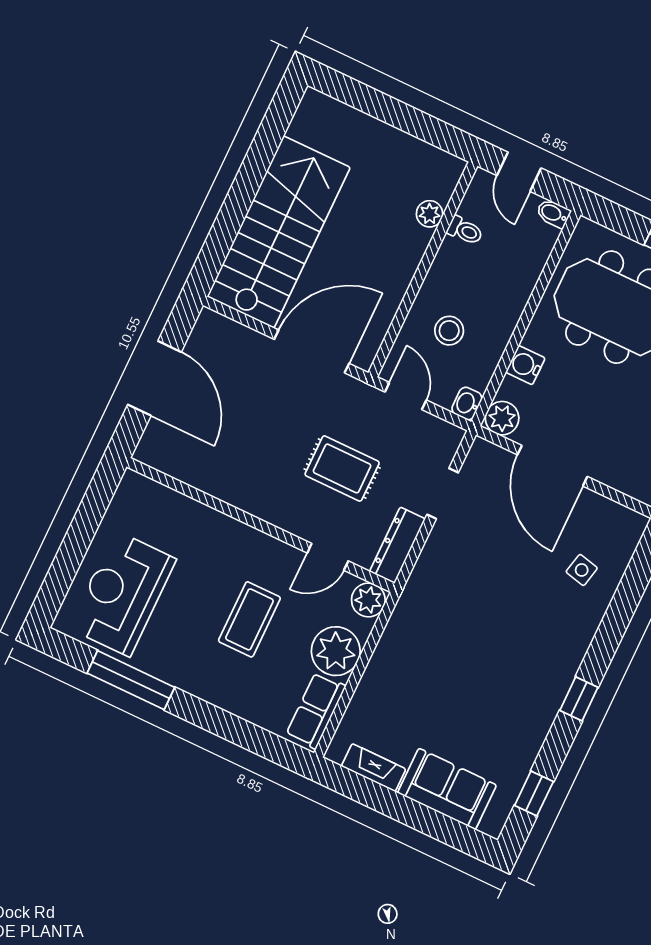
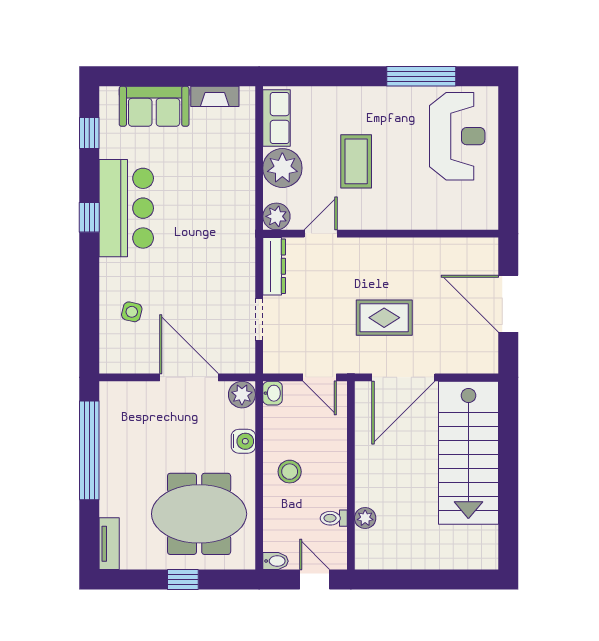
stool: (449, 331) -> (290, 472), moved
rug: (342, 468) -> (384, 318), moved
bar counter: (533, 689) -> (126, 208), added

